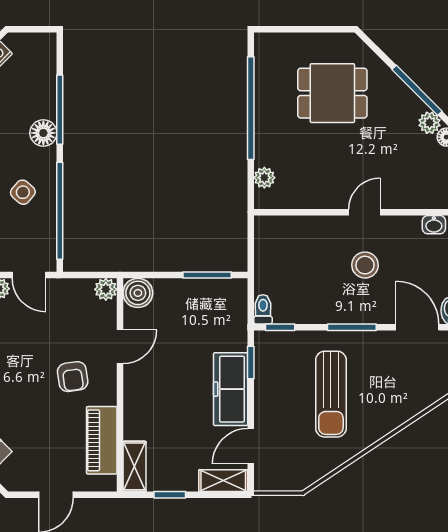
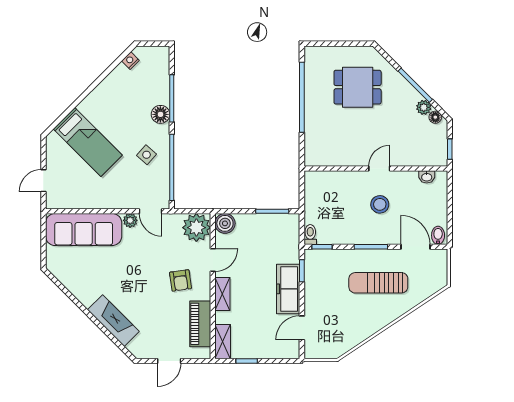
plant: (264, 178) -> (311, 145), removed
plant: (106, 289) -> (196, 228), width x1.87, depth x1.87
sun lounger: (331, 394) -> (378, 283), moved, turned 90
shelving: (223, 481) -> (222, 294), moved, turned 90

